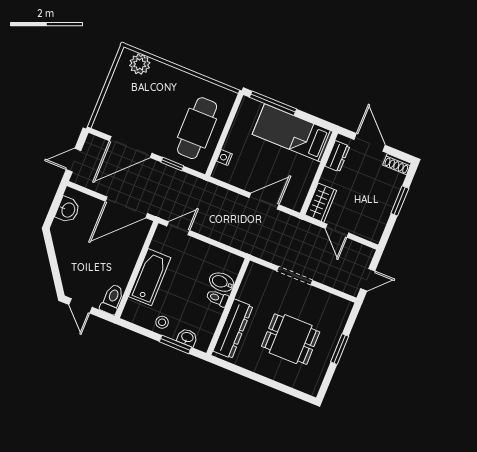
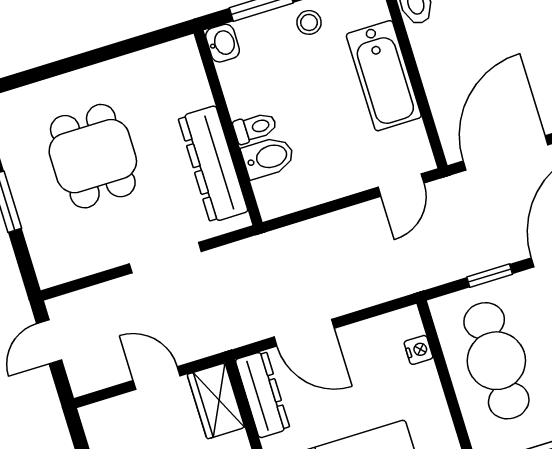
dresser: (300, 190) -> (263, 394), added
door: (264, 201) -> (304, 333), hinge flipped
dresser: (233, 329) -> (213, 164), moved
washbasin: (187, 337) -> (223, 43), moved, turned -90
dining table: (291, 339) -> (93, 156), turned 90

